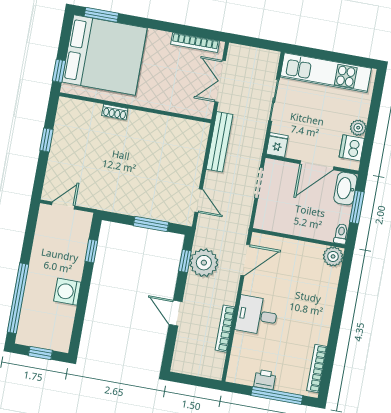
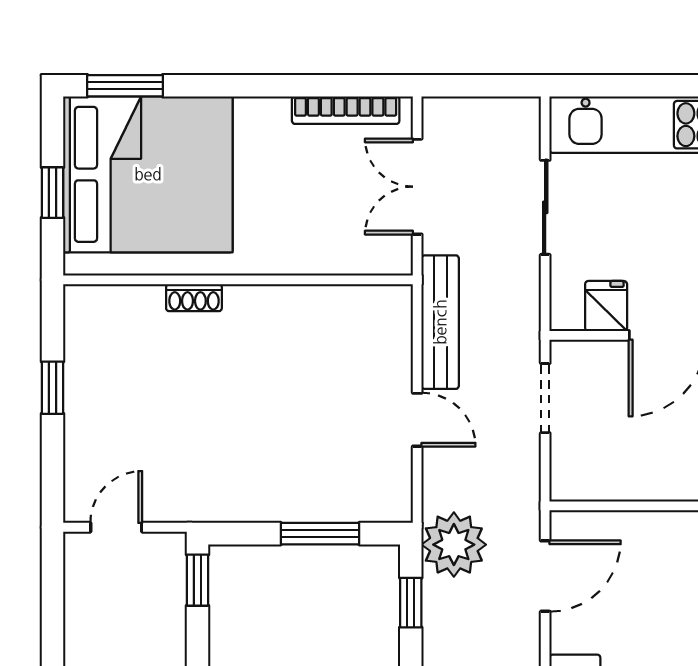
window: (59, 71) -> (52, 193), moved
fridge: (277, 145) -> (606, 306), moved
door: (199, 201) -> (417, 420), moved
window: (91, 251) -> (197, 580), moved
plant: (204, 263) -> (454, 545), moved

